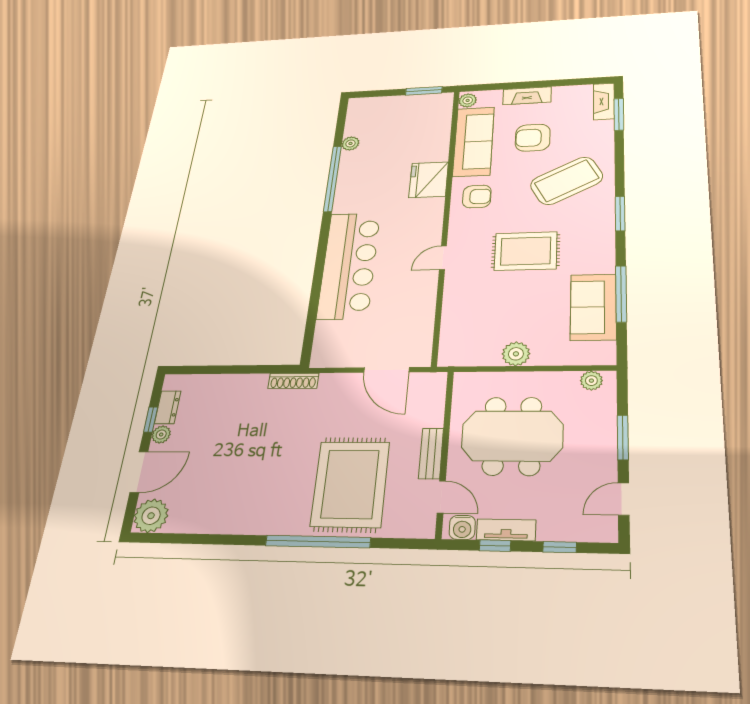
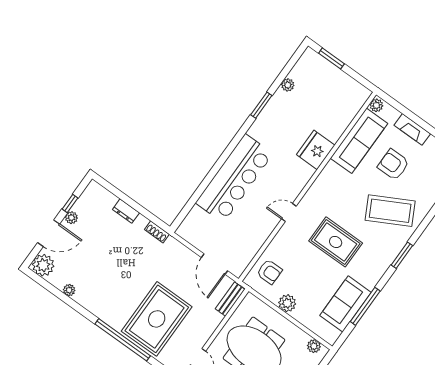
window: (424, 91) -> (331, 58), moved
window: (332, 179) -> (261, 105), width x0.47
armchair: (477, 196) -> (269, 272), moved
shoe rack: (293, 381) -> (157, 232), width x0.70
dresser: (168, 407) -> (126, 211), moved, turned 90
bench: (431, 453) -> (230, 299), moved
plant: (204, 525) -> (69, 290), added

